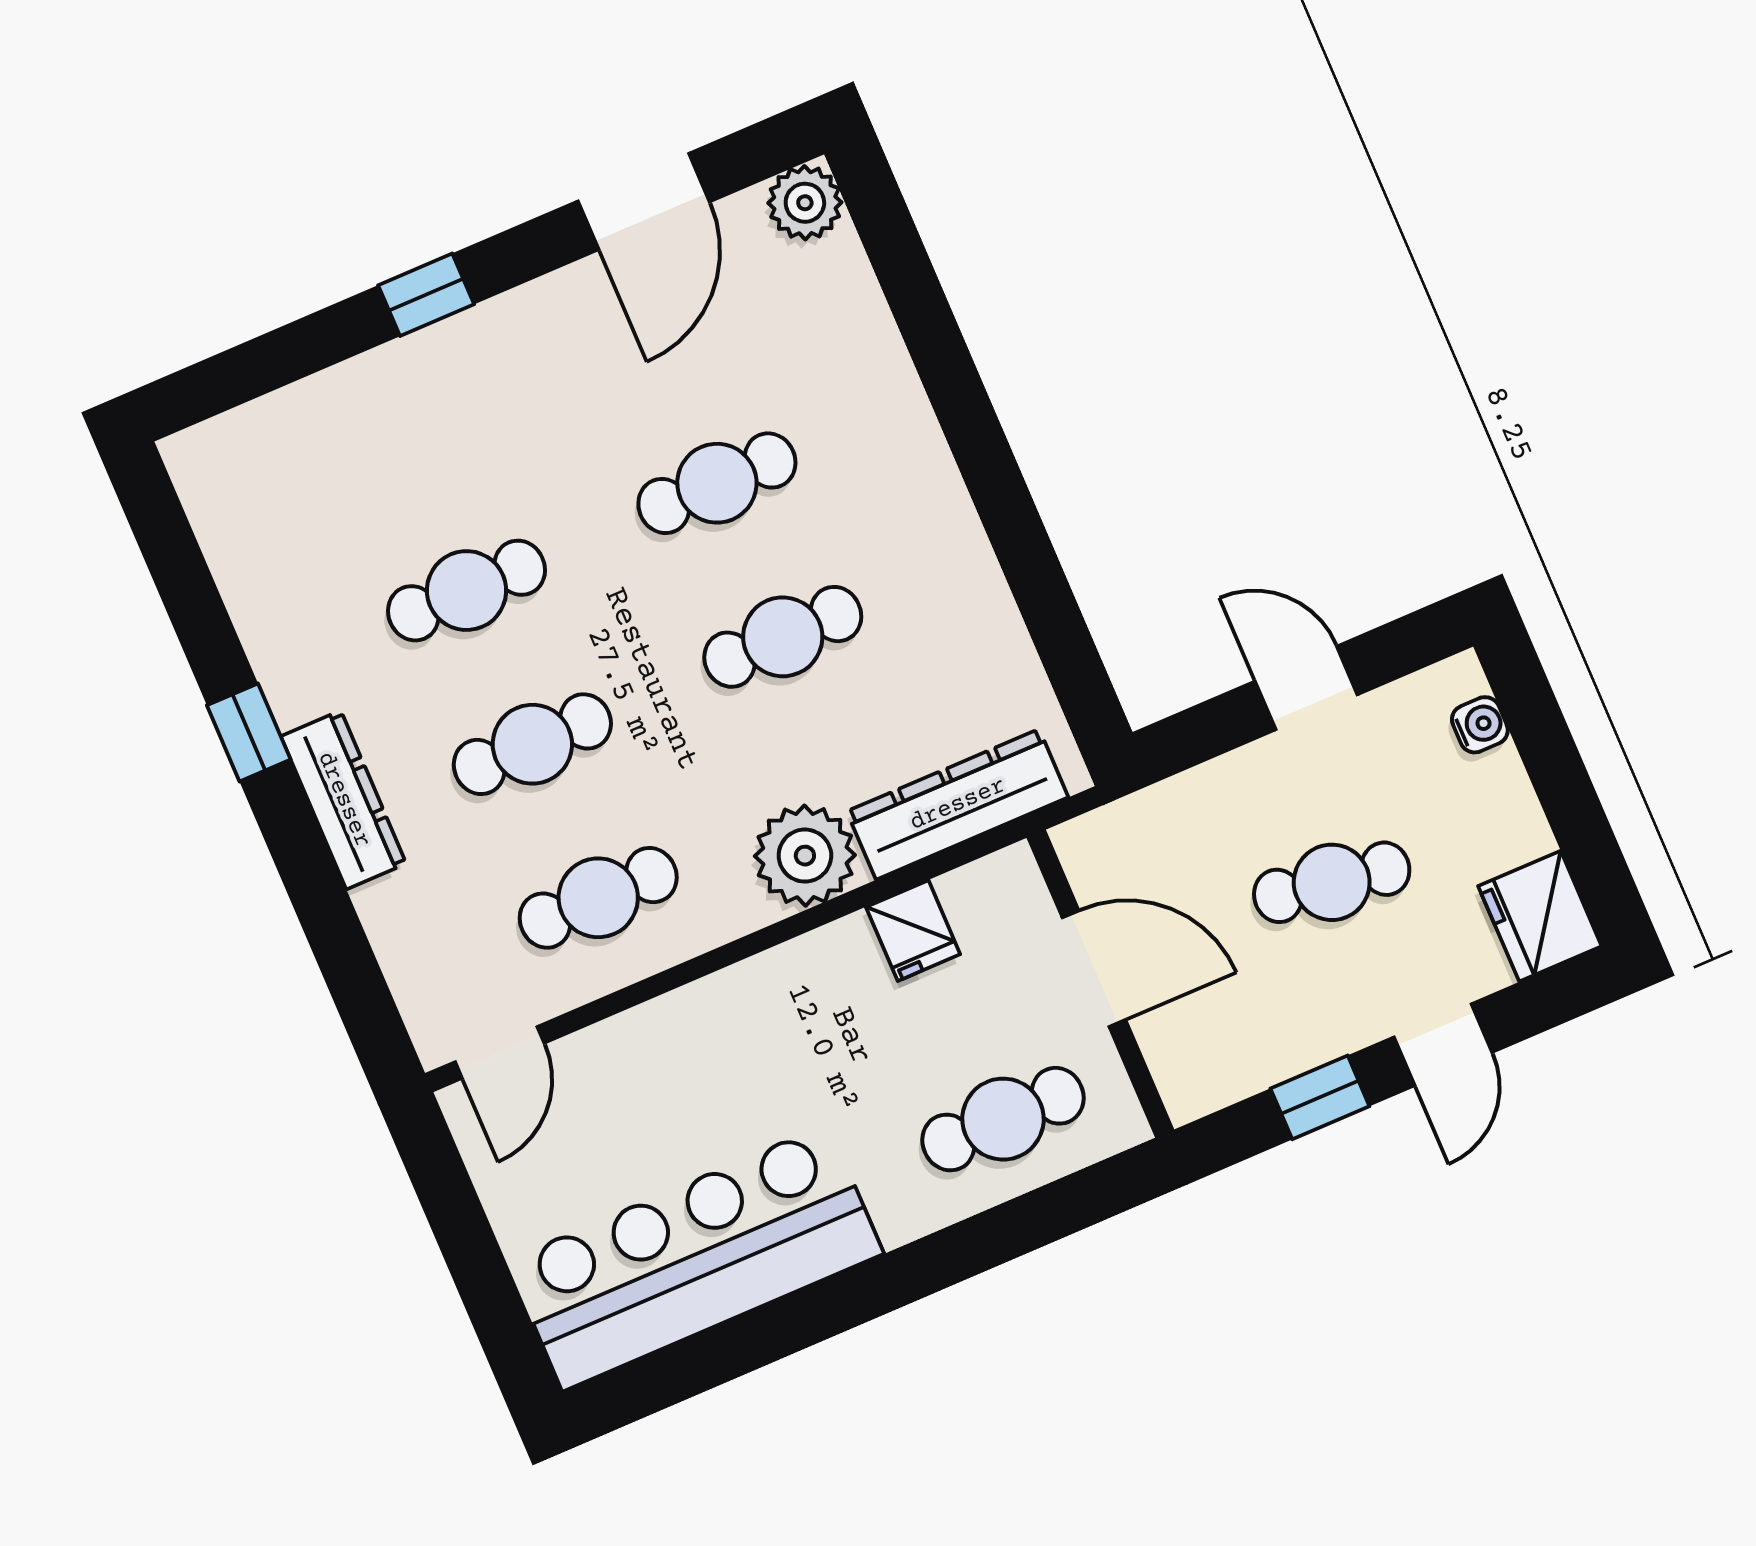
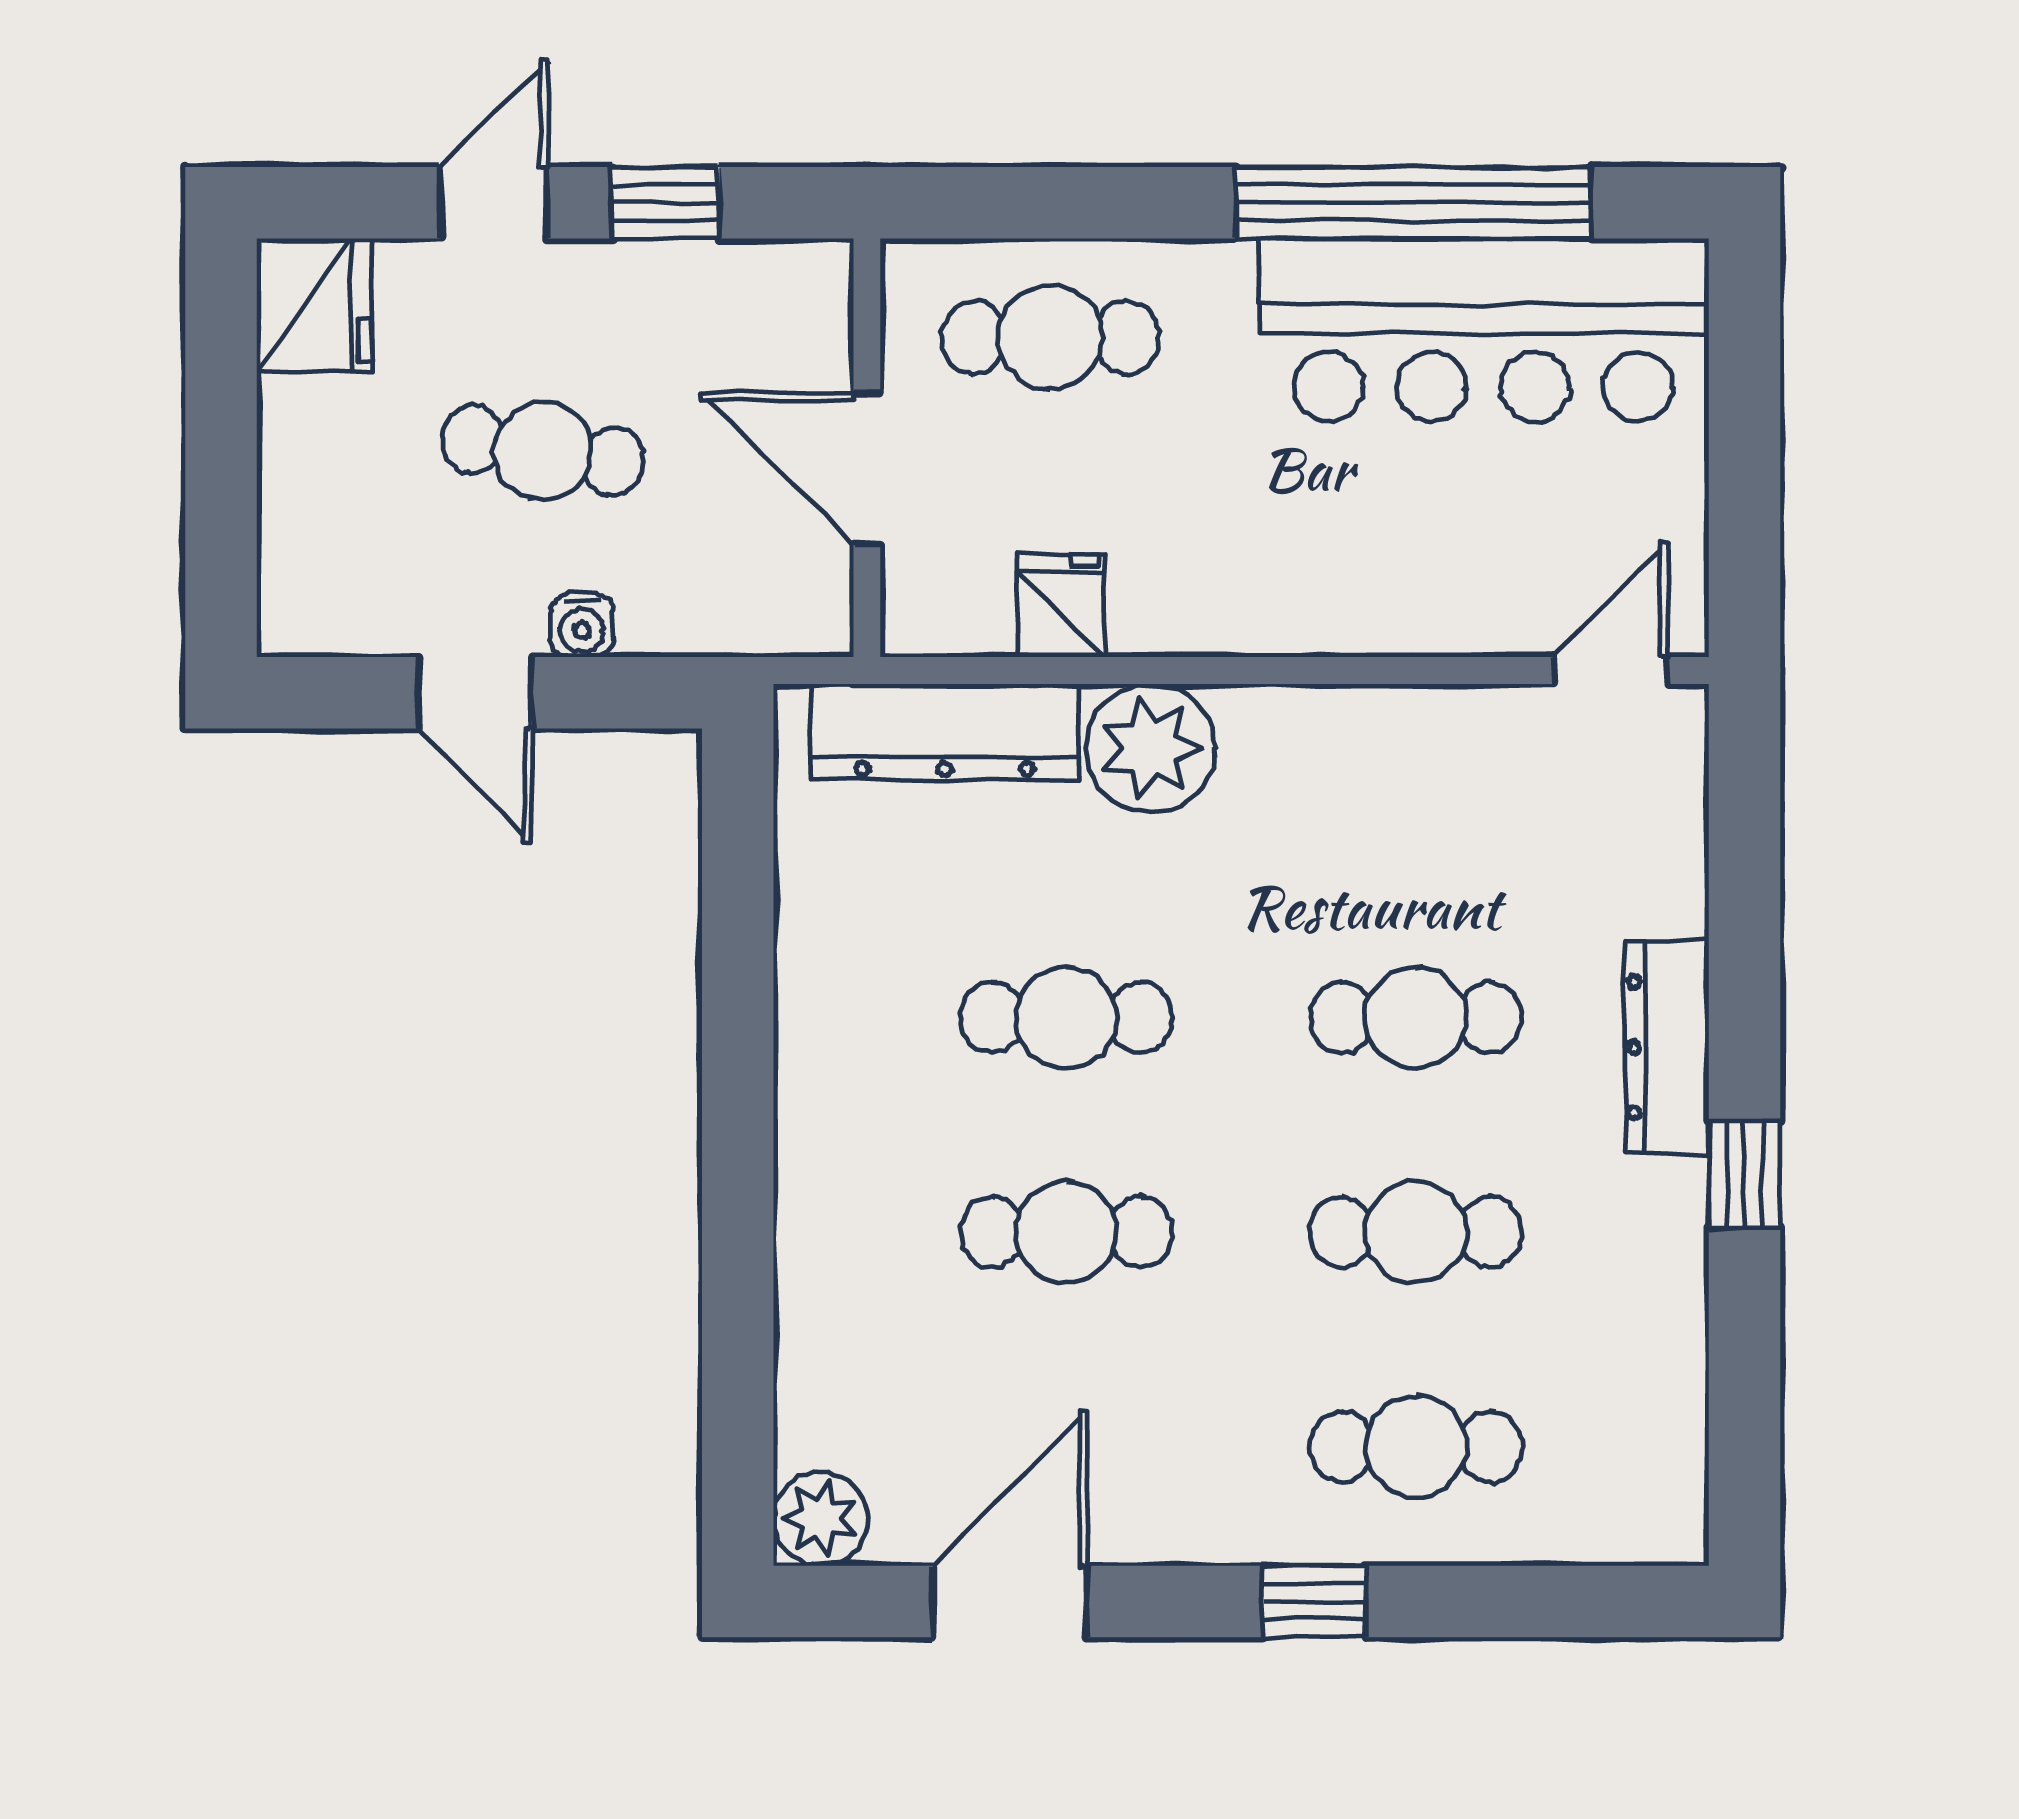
water cooler: (1480, 725) -> (582, 625), moved, turned -90
cafe table: (598, 898) -> (1416, 1447), moved
window: (784, 1327) -> (1413, 203), added

